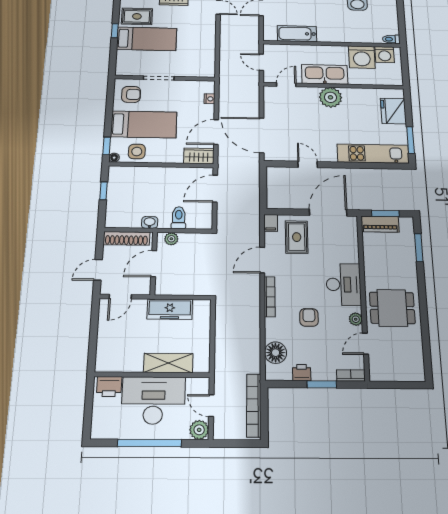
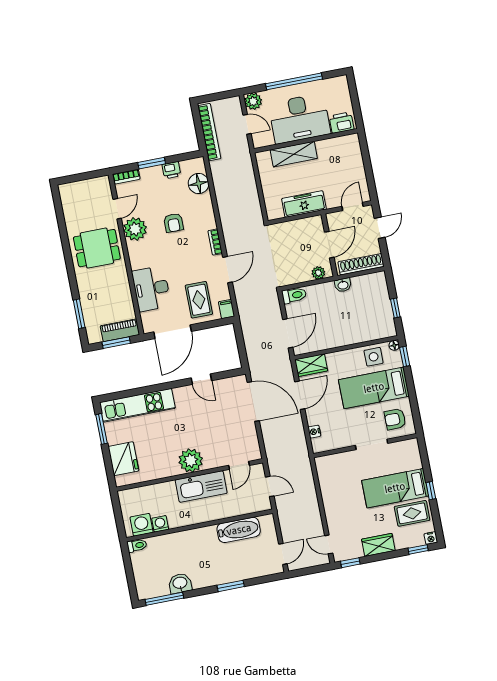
washing machine: (362, 57) -> (160, 524), width x0.53, depth x0.53
toilet: (179, 218) -> (294, 295), moved, turned -90
desk: (344, 284) -> (151, 289), moved
bookcase: (270, 297) -> (215, 242), width x0.64
plant: (356, 319) -> (135, 229), width x1.87, depth x1.87

